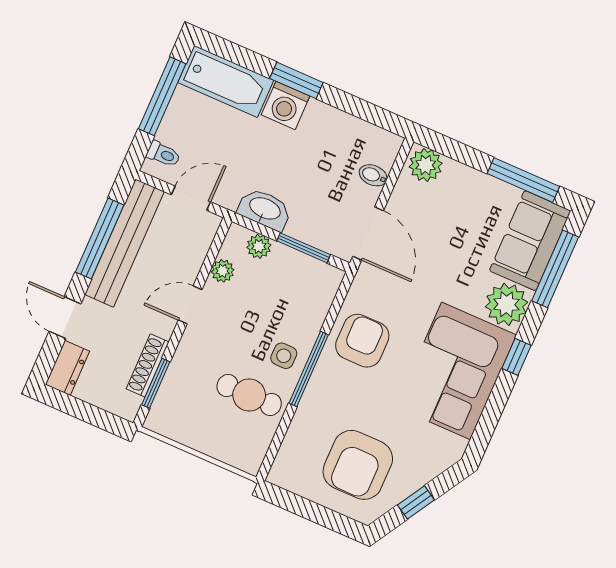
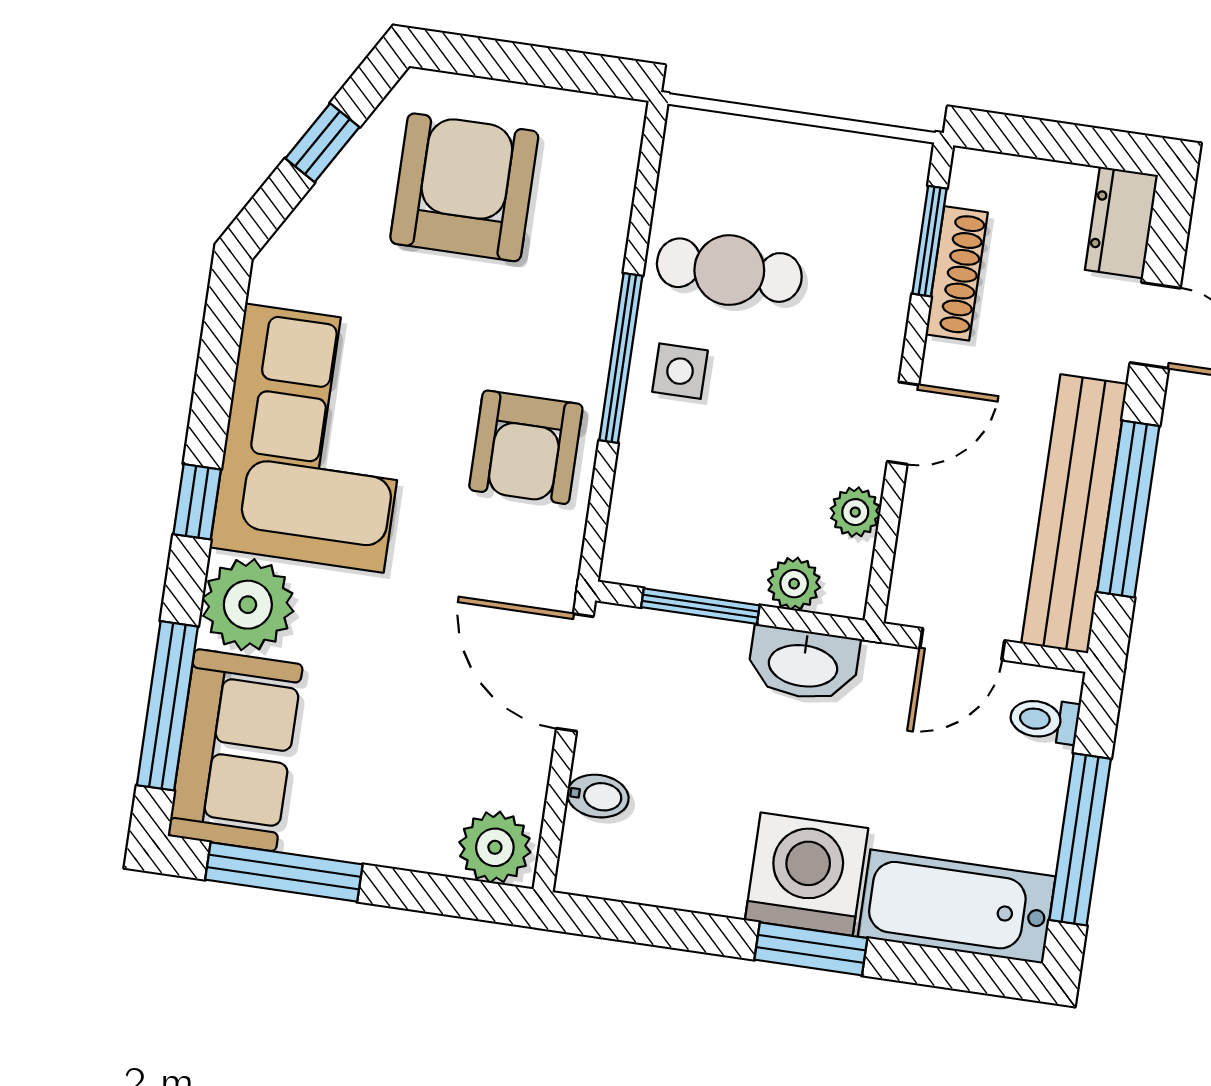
washing machine: (286, 105) -> (807, 874), width x1.37, depth x1.37

